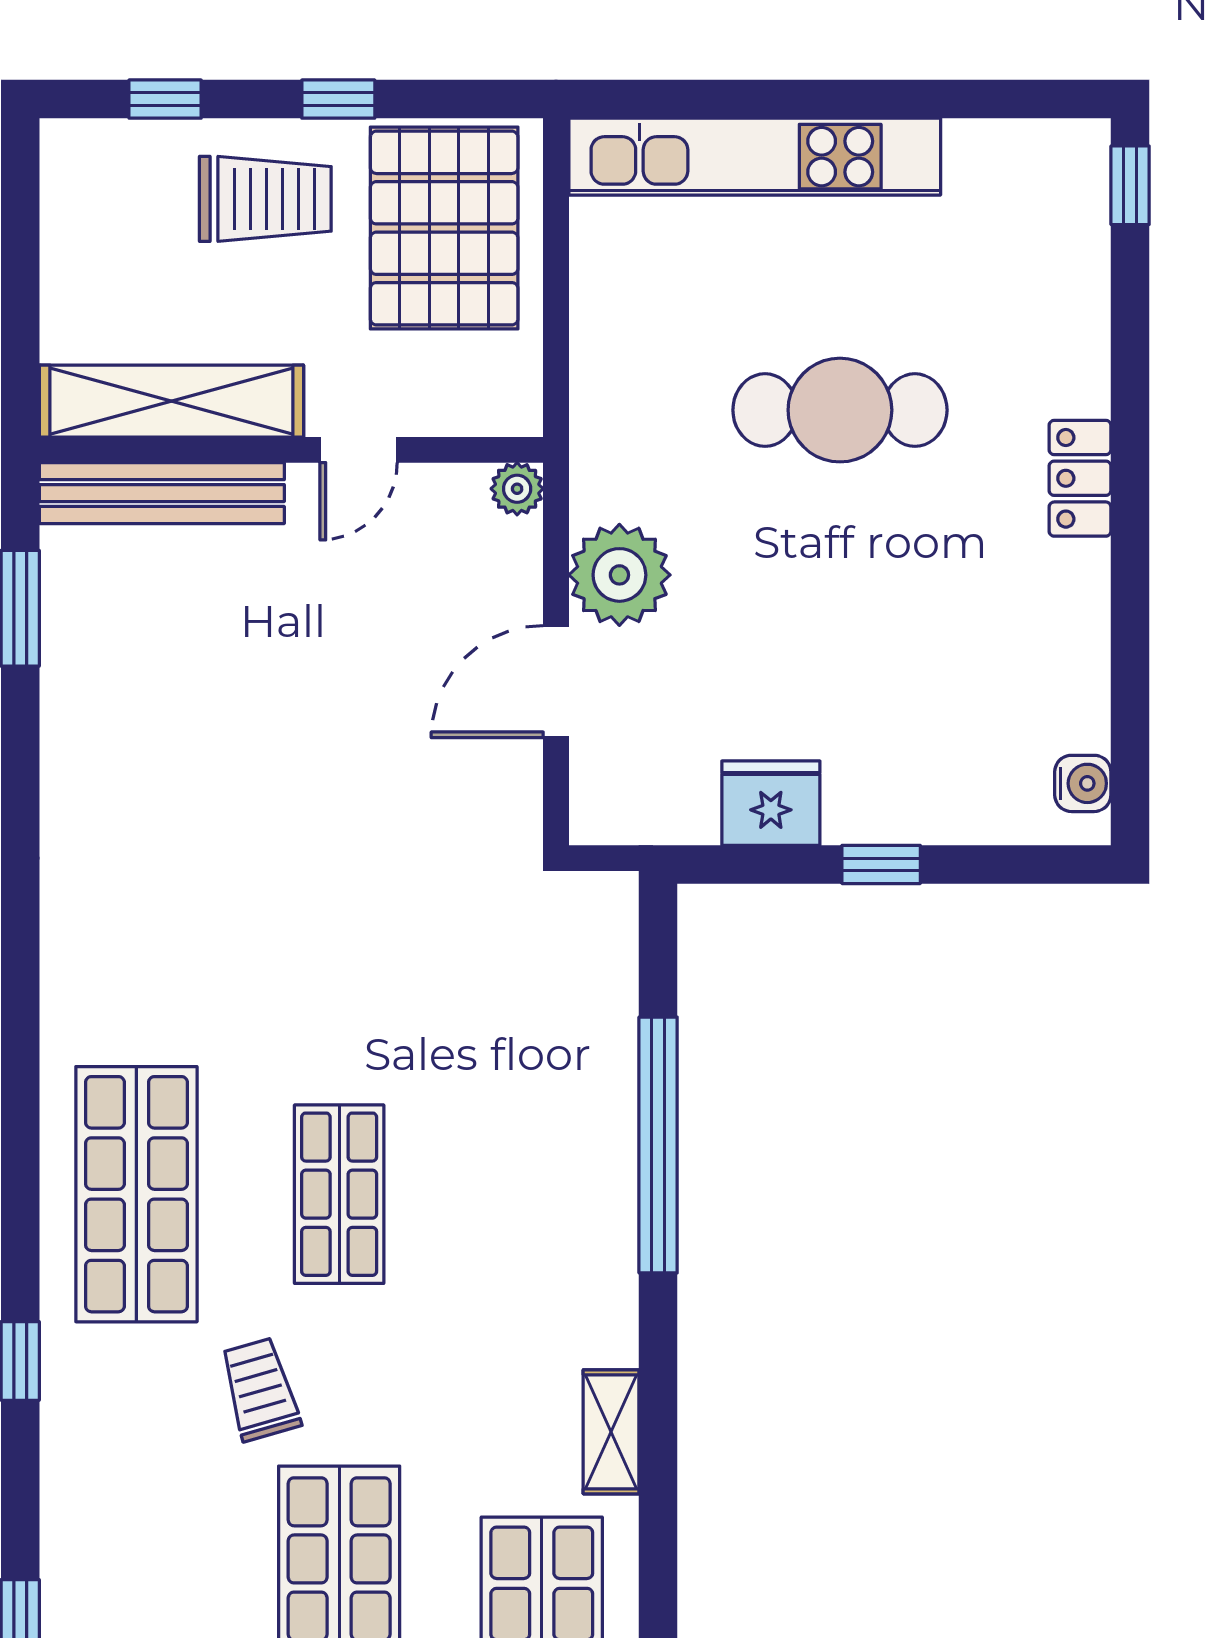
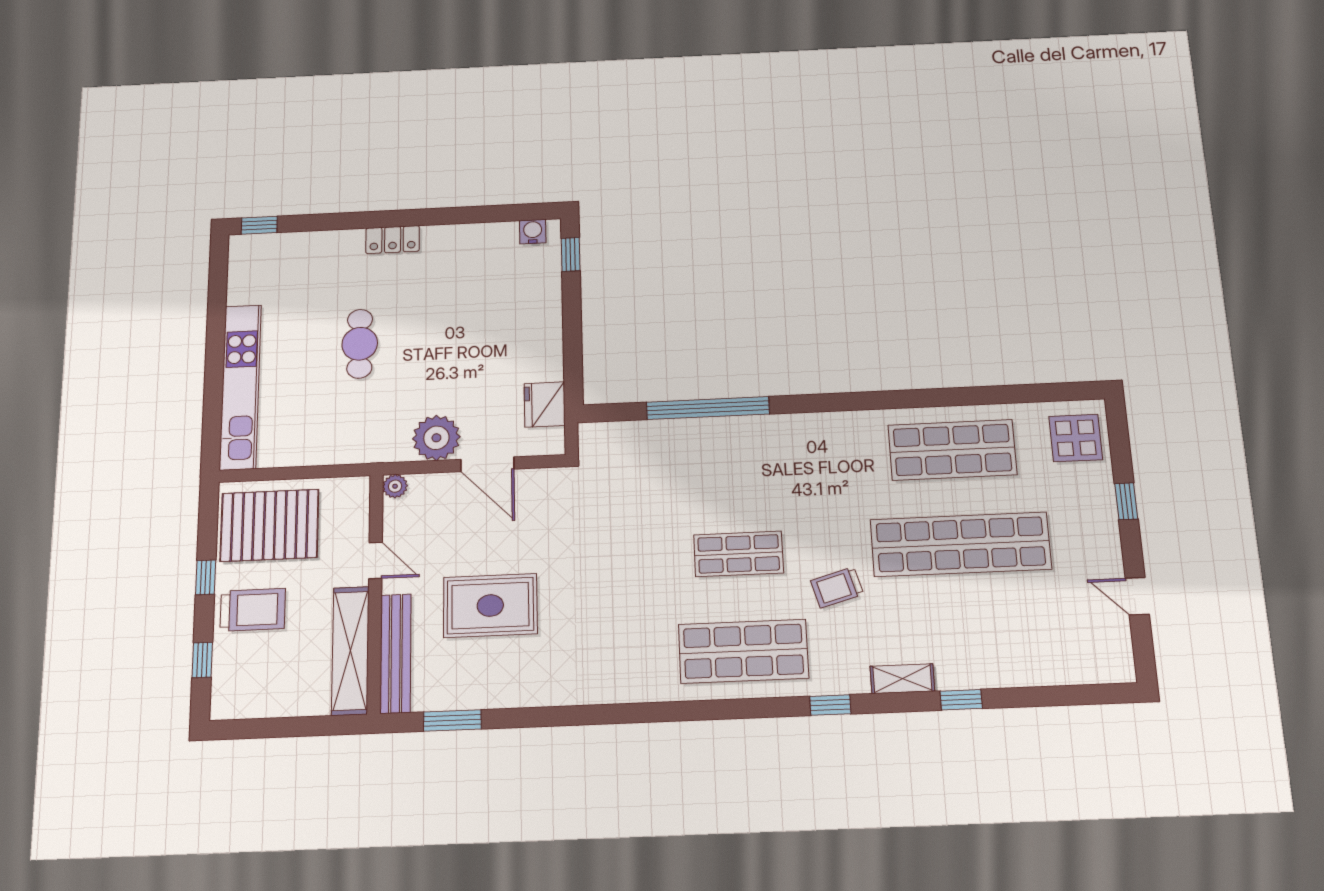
trolley: (265, 199) -> (253, 610), turned 90
cafe table: (840, 410) -> (360, 344), width x0.73, depth x0.74
rug: (253, 686) -> (490, 606), added
fridge: (771, 803) -> (545, 404), moved
window: (881, 864) -> (571, 254), moved
shelving: (611, 1432) -> (902, 679), moved

